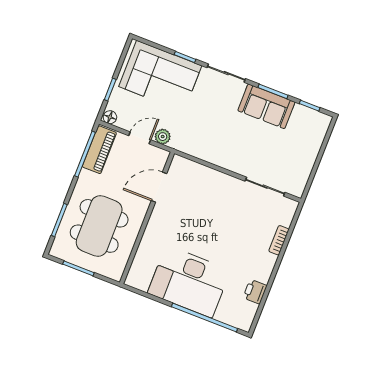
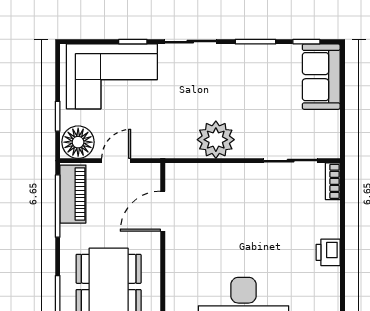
sofa: (266, 106) -> (321, 77), moved, turned 90
floor lamp: (110, 117) -> (78, 142), width x1.89, depth x1.89
plant: (163, 137) -> (216, 140), moved, width x1.88, depth x1.88
bookcase: (279, 240) -> (333, 181), moved
printer: (255, 292) -> (328, 252), moved

